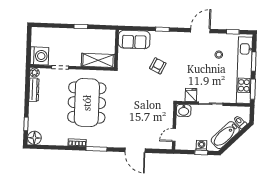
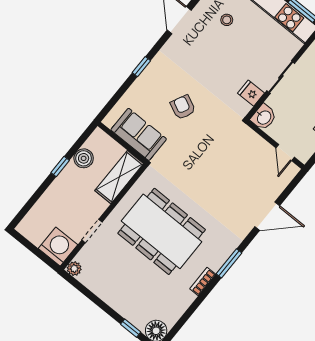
boiler: (94, 35) -> (84, 158), added
sofa: (134, 39) -> (139, 134), moved, turned -90
dresser: (34, 90) -> (95, 286), removed

